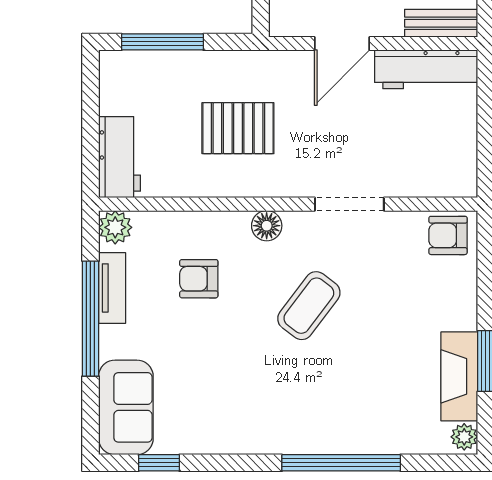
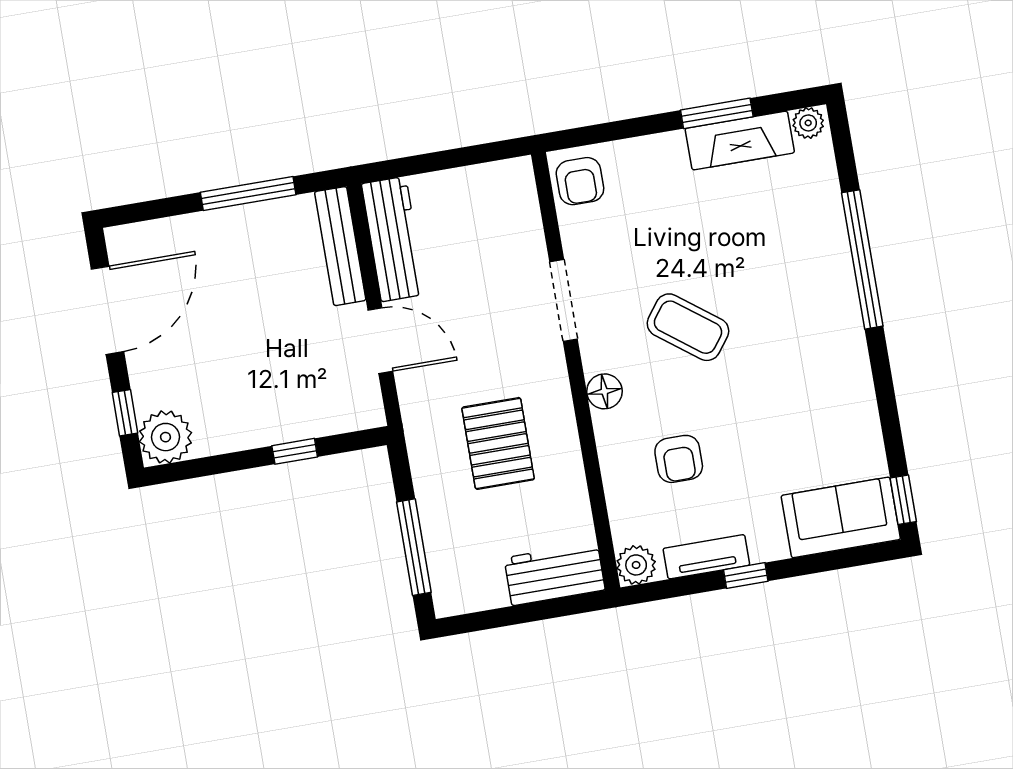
bench: (441, 23) -> (340, 246), width x1.36
window: (90, 319) -> (746, 576), width x0.32
window: (159, 463) -> (903, 500), moved

